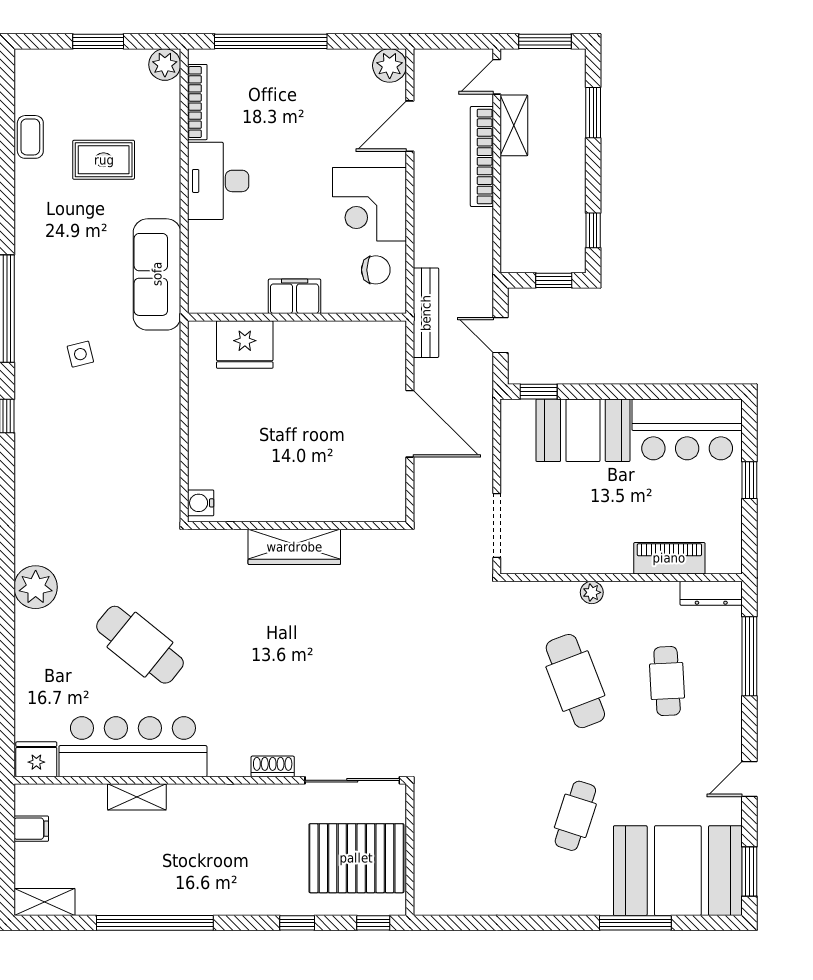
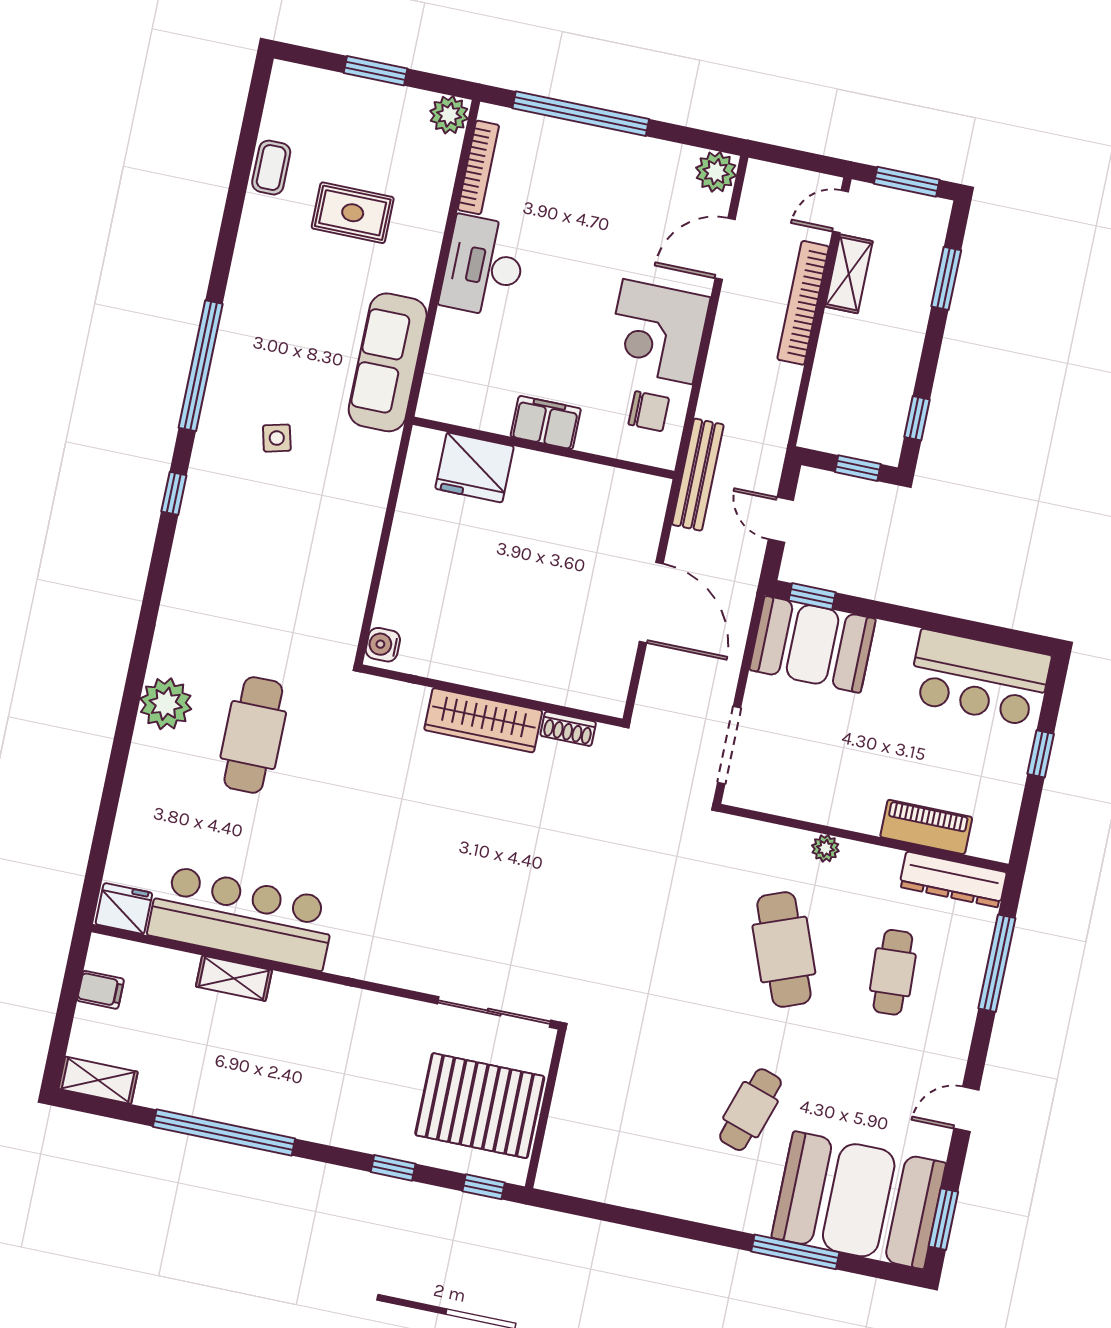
booth: (583, 430) -> (813, 644), moved
dresser: (711, 593) -> (953, 880), width x1.37, depth x1.24
cafe table: (140, 645) -> (253, 735), moved, turned 51
shoe rack: (273, 766) -> (568, 729), moved, turned 180

